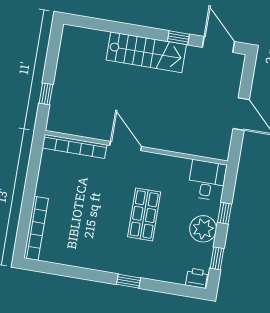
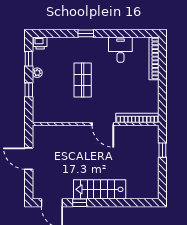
desk: (207, 180) -> (120, 50), moved, turned 180
plant: (203, 229) -> (37, 73), width x0.53, depth x0.53

